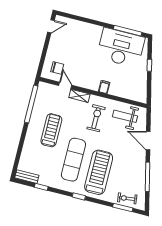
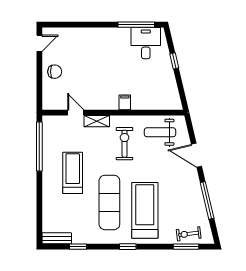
desk: (121, 48) -> (146, 43), width x0.53, depth x0.77
chair: (57, 68) -> (55, 72), moved

